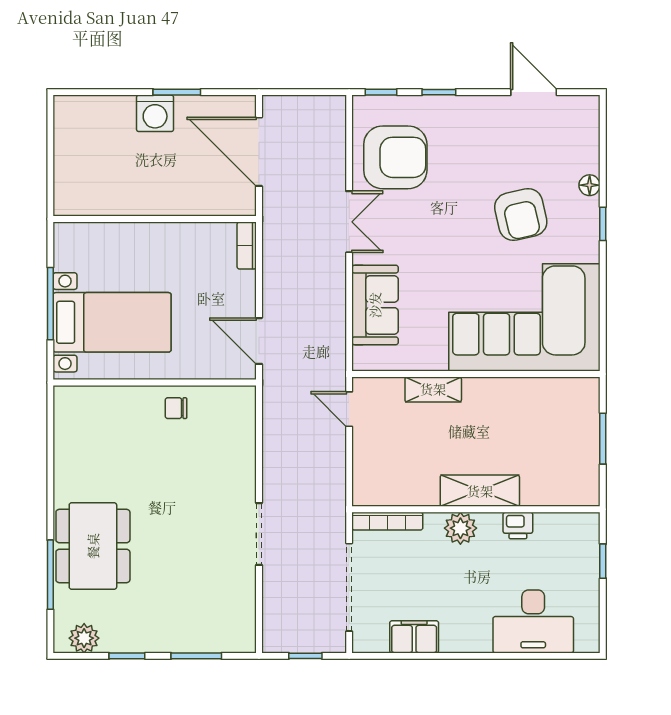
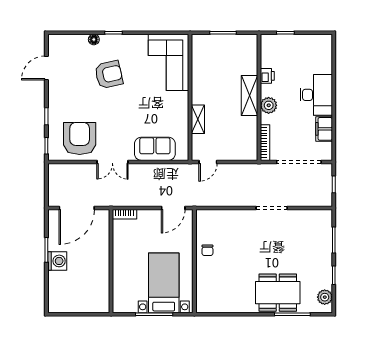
double door: (349, 222) -> (112, 162), swing flipped
corner sofa: (524, 317) -> (168, 62), width x0.73, depth x0.74
desk: (533, 621) -> (316, 95), moved

